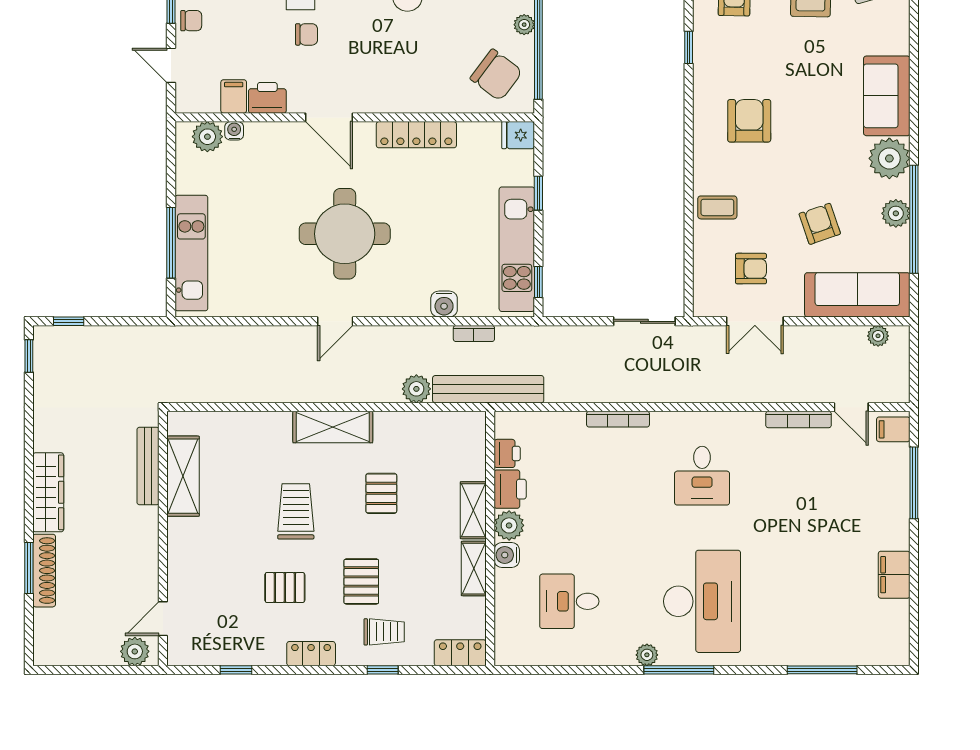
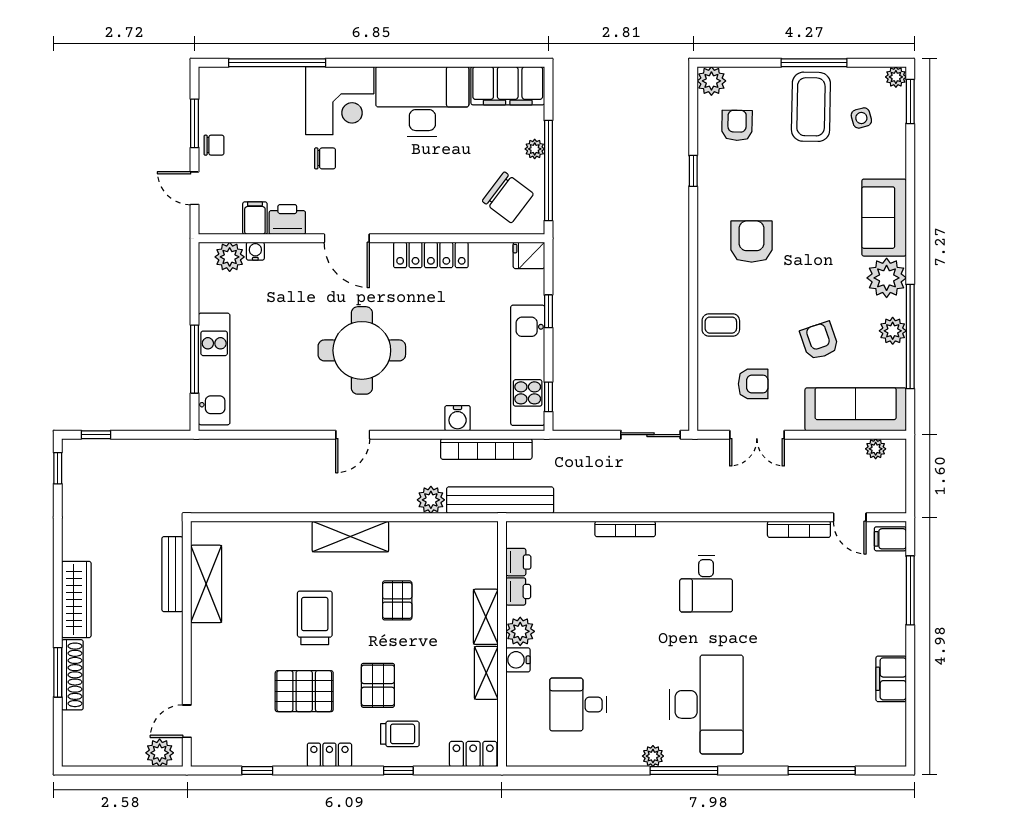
bookcase: (474, 333) -> (486, 449), width x2.31, depth x1.31
printer: (510, 489) -> (518, 591), width x0.73, depth x0.81
pallet: (285, 588) -> (304, 691), width x1.50, depth x1.42

